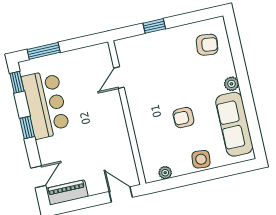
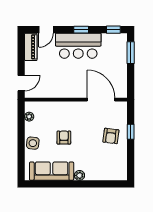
armchair: (207, 45) -> (111, 136), moved
door: (119, 78) -> (101, 100), width x1.88
bar counter: (46, 104) -> (78, 46), moved
door: (38, 177) -> (46, 30), hinge flipped

